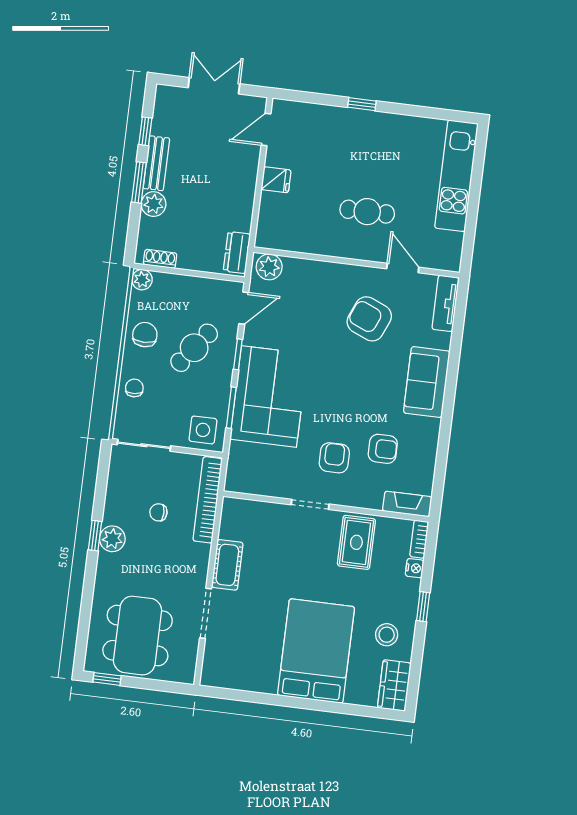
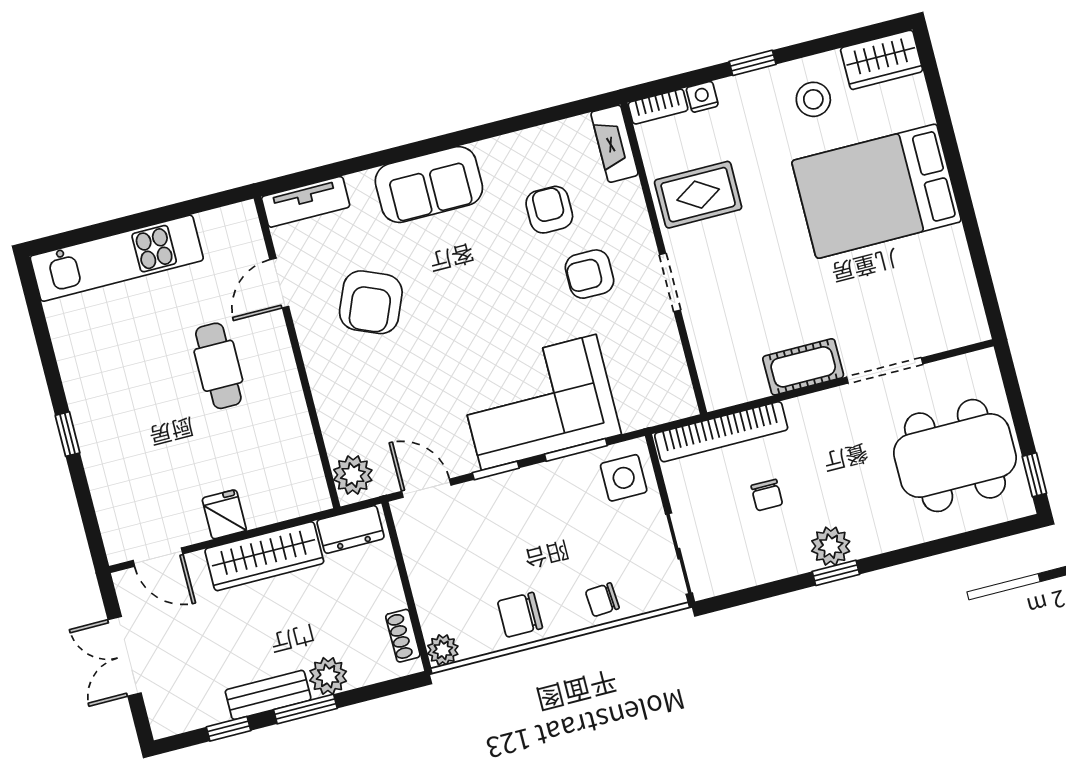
wardrobe: (241, 194) -> (264, 556), added
cafe table: (194, 348) -> (511, 537), removed

